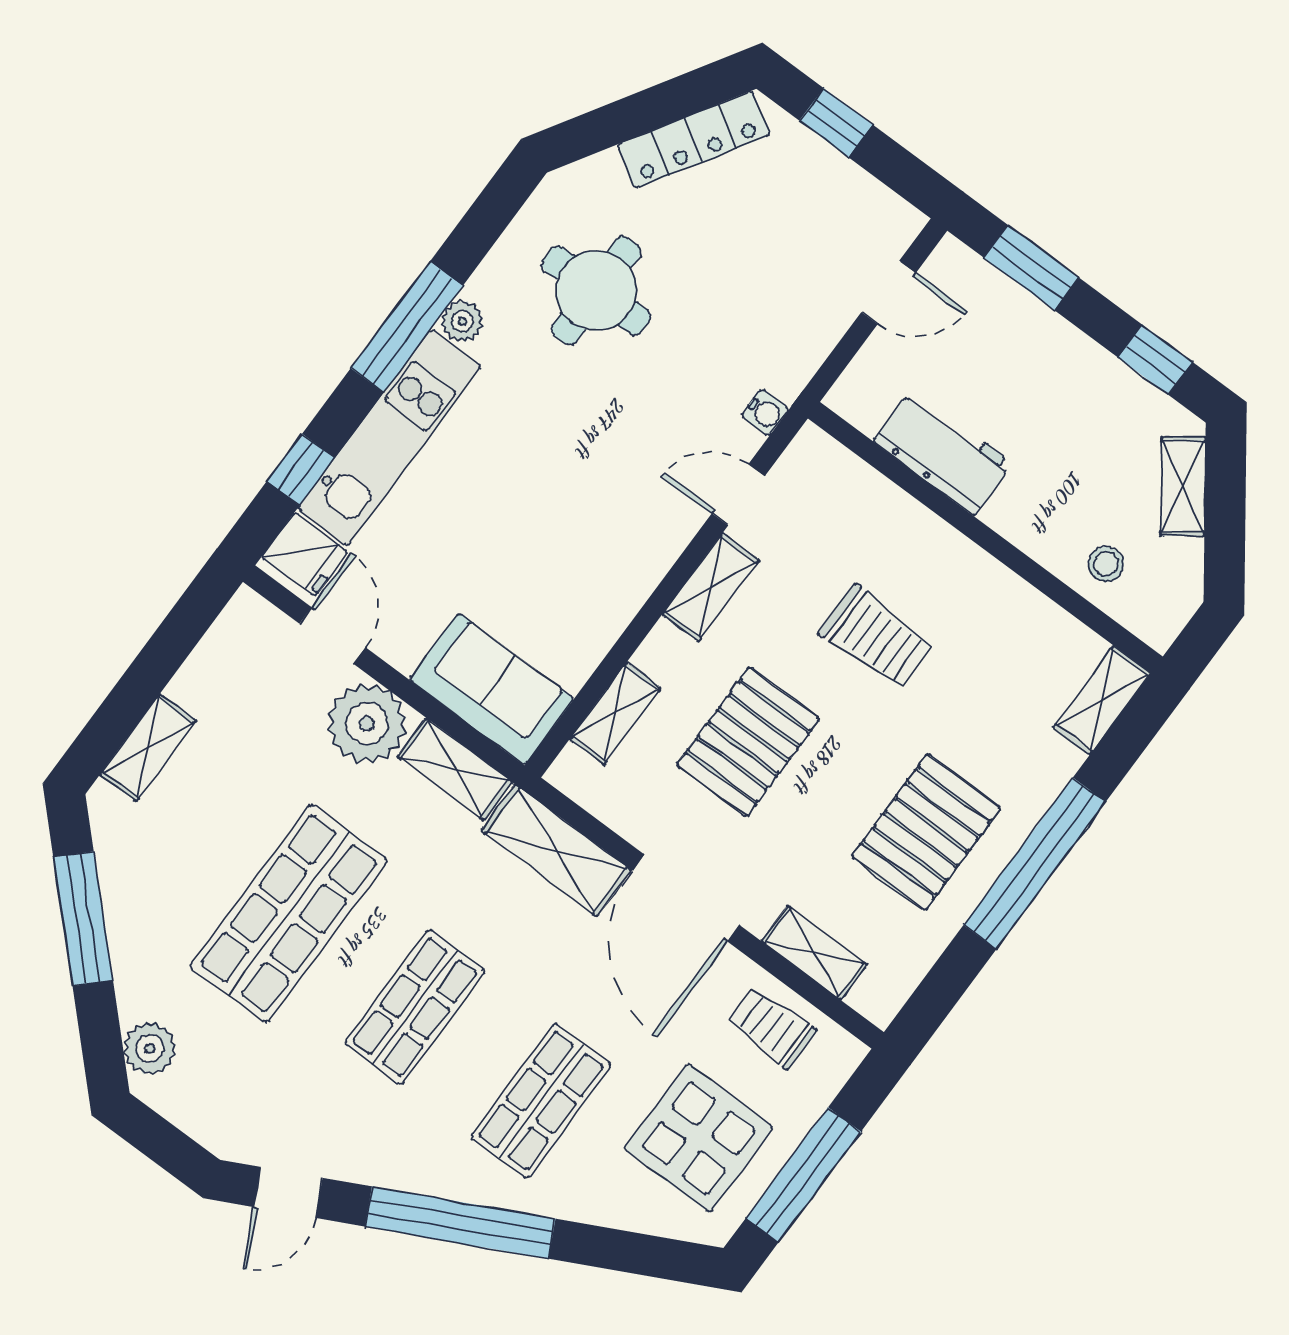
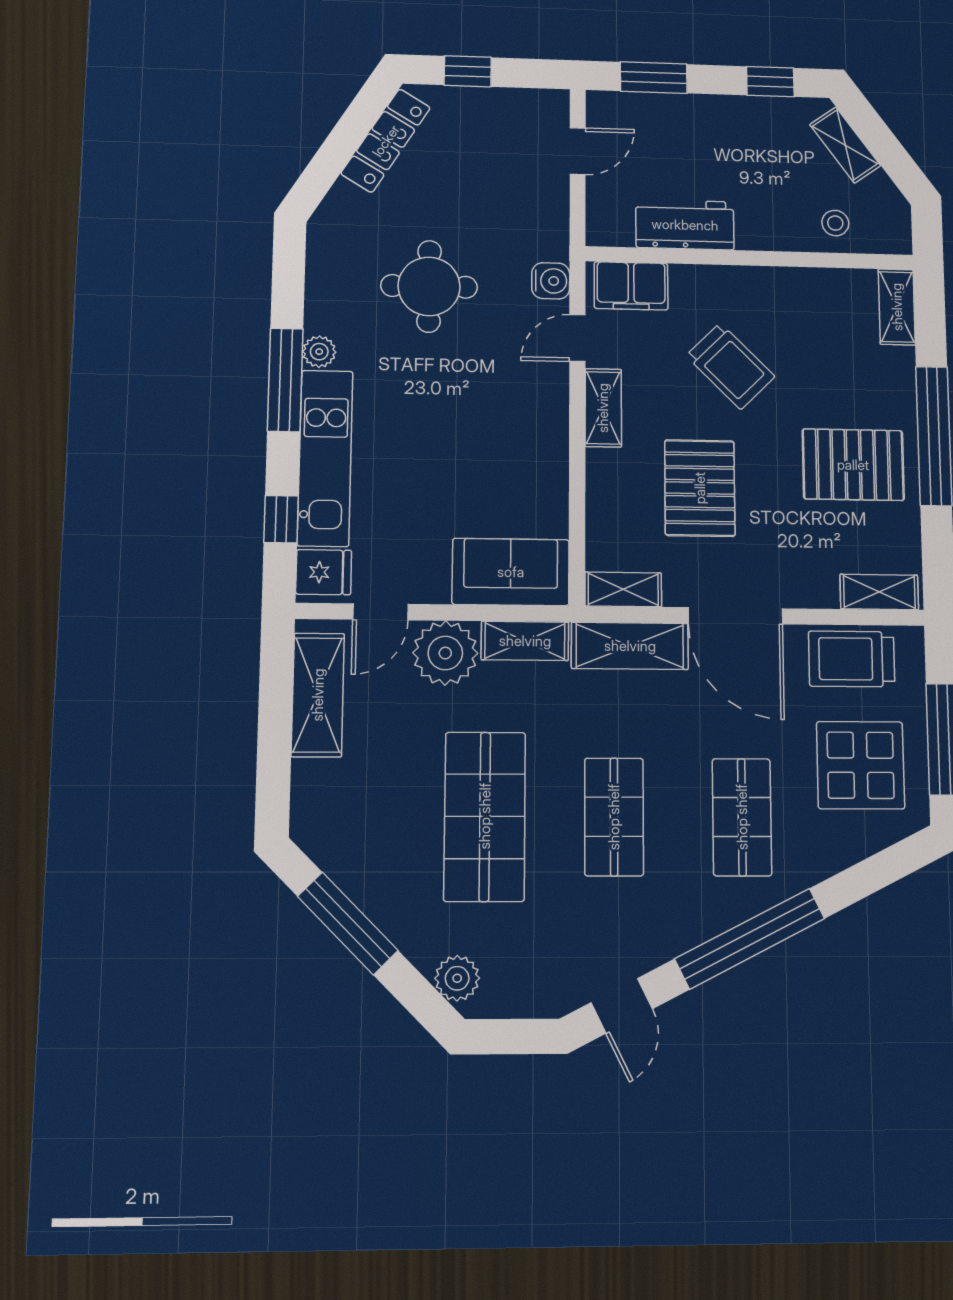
round table: (596, 290) -> (429, 286), moved
water cooler: (765, 412) -> (551, 281), width x1.38, depth x1.38
filing cabinet: (836, 479) -> (631, 286), added
door: (332, 636) -> (380, 612), swing flipped
trolley: (876, 638) -> (730, 366), turned 45
shelving: (615, 714) -> (623, 589), moved, turned 90
shelving: (148, 748) -> (318, 695), moved, width x1.50, depth x1.33
pallet: (926, 832) -> (853, 465), turned 90
shelving: (814, 953) -> (879, 592), moved
trolley: (771, 1027) -> (852, 659), width x1.36, depth x1.39

